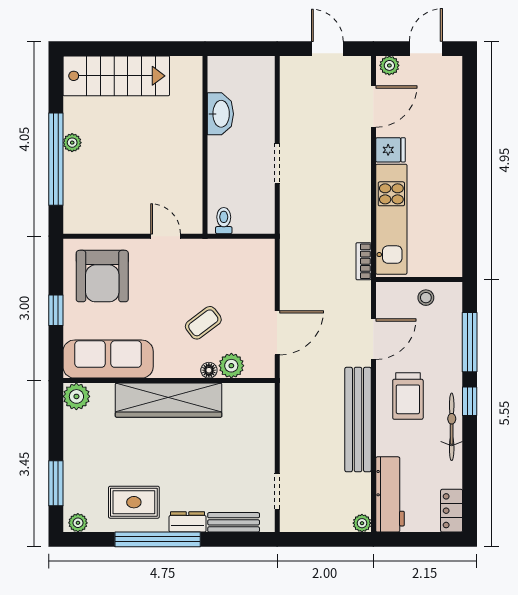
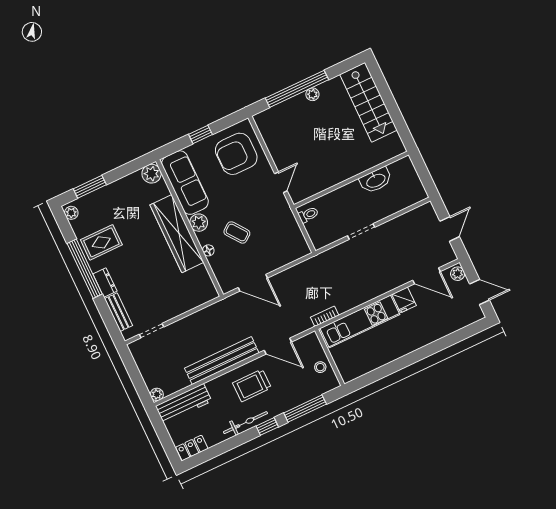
plant: (231, 366) -> (199, 223), moved
rug: (134, 502) -> (101, 242), turned 90

